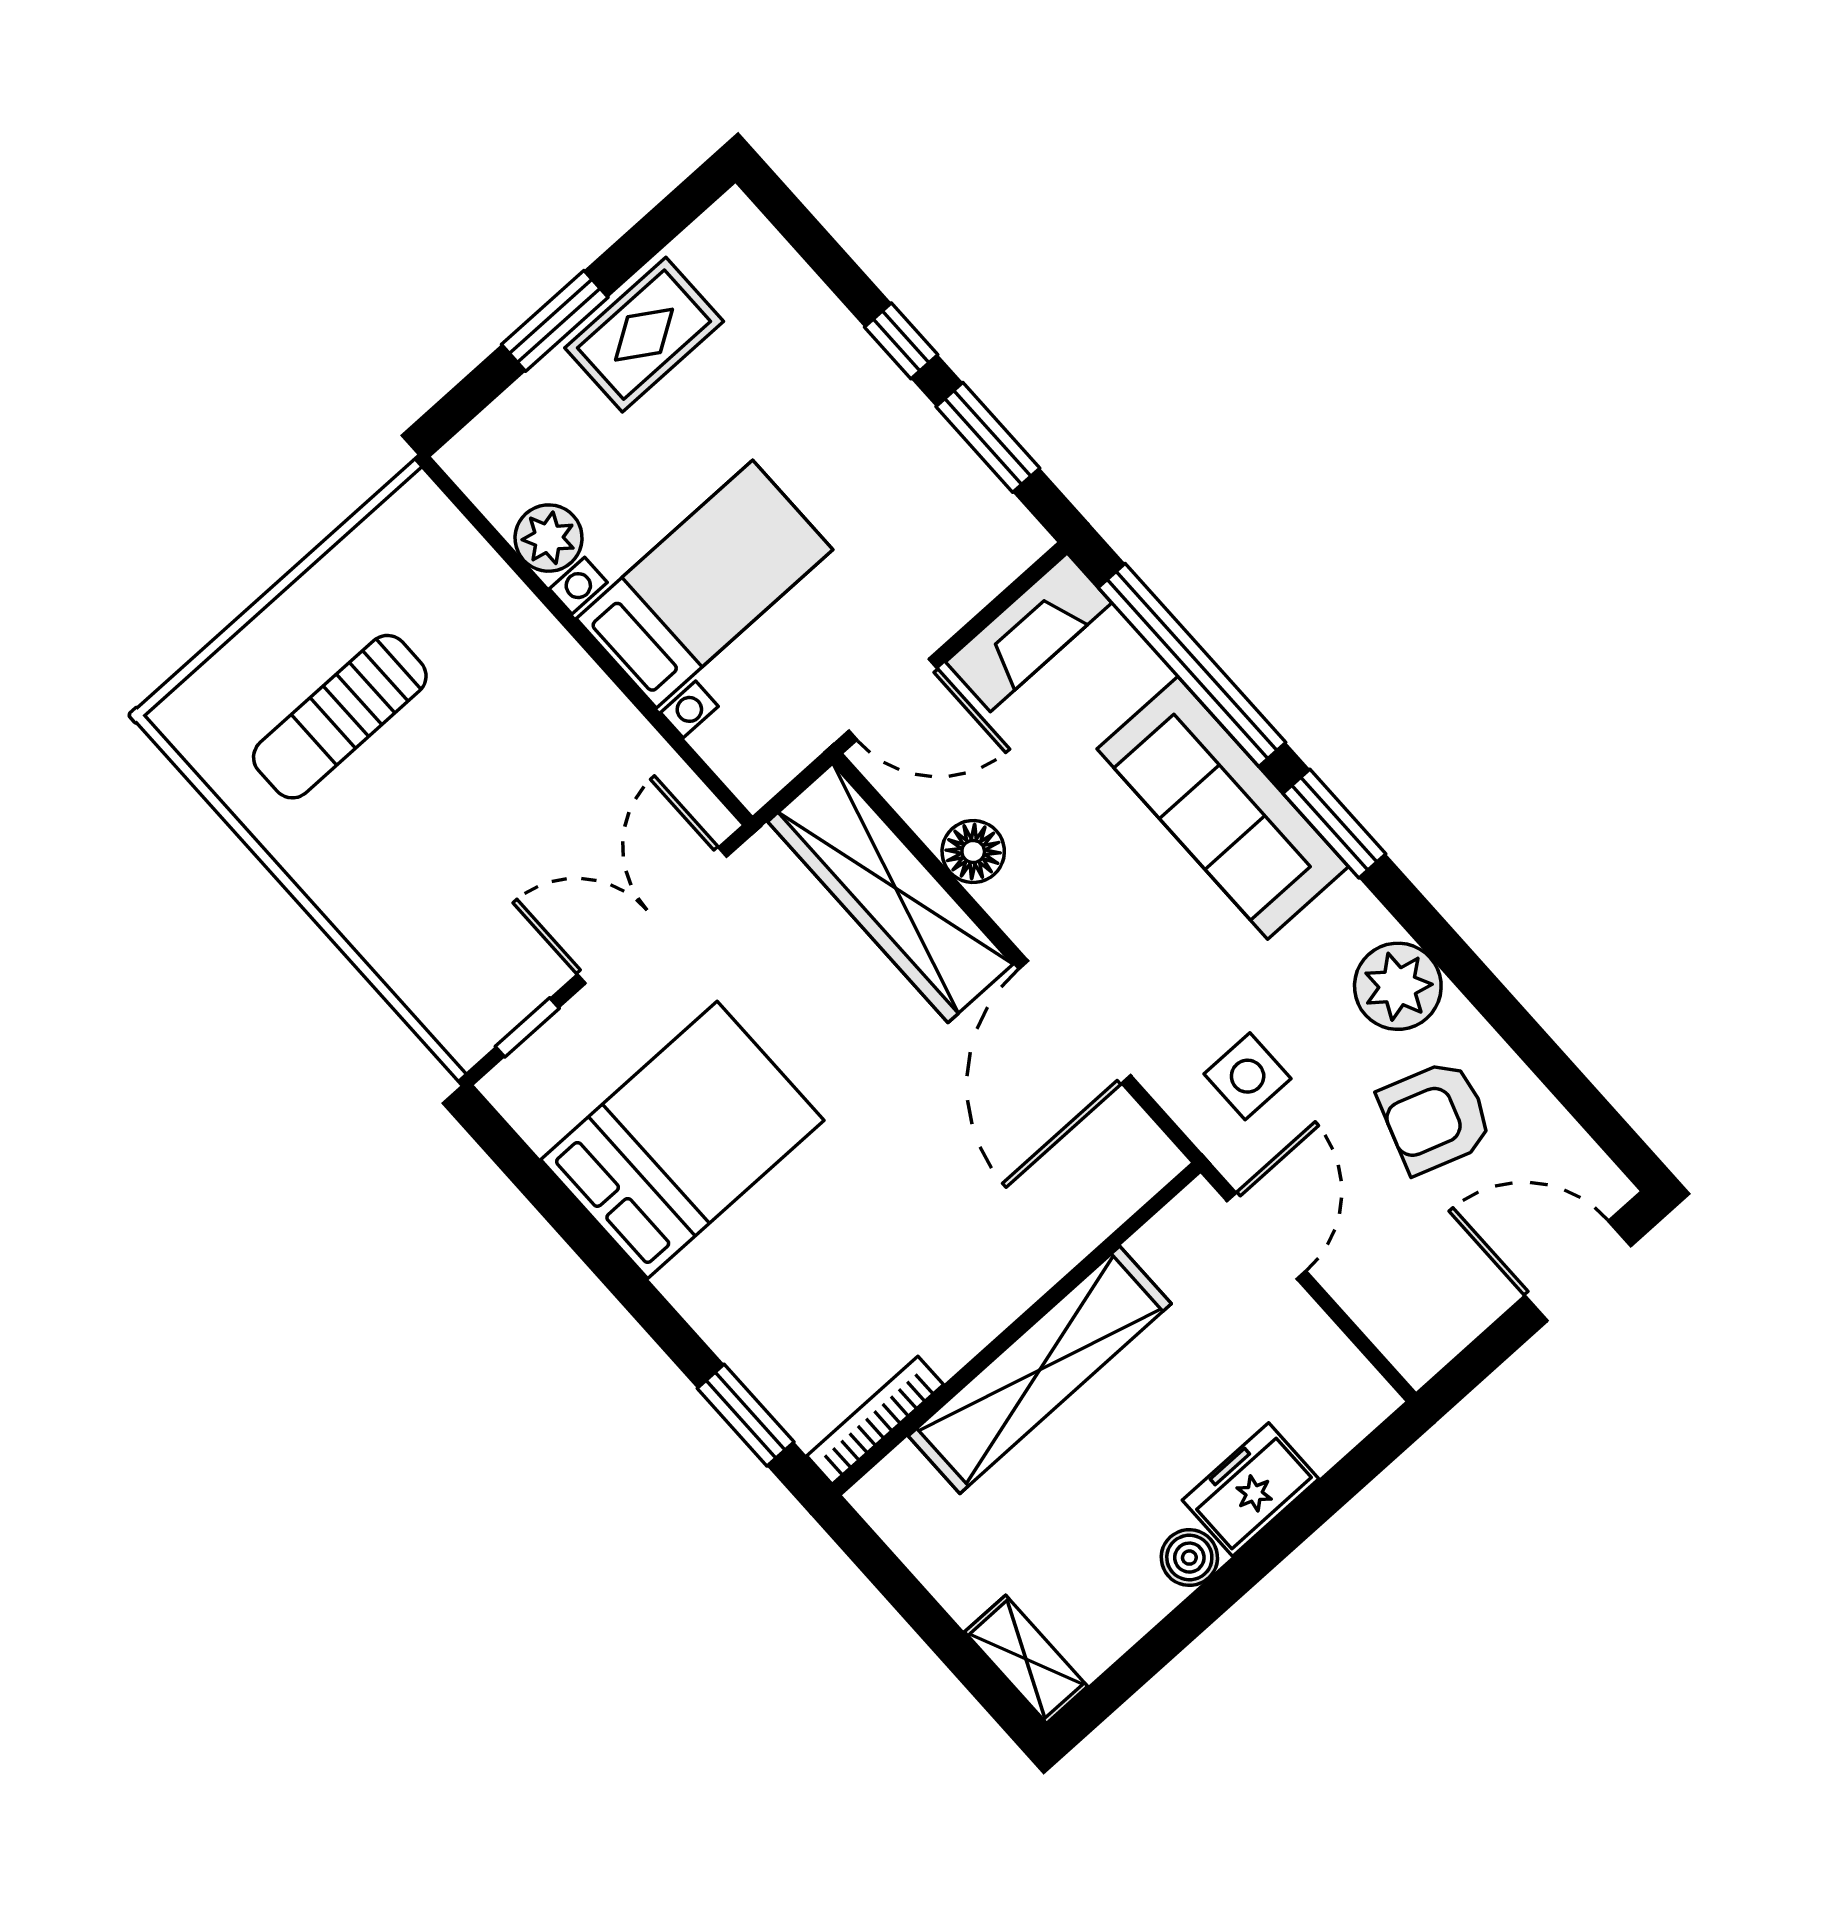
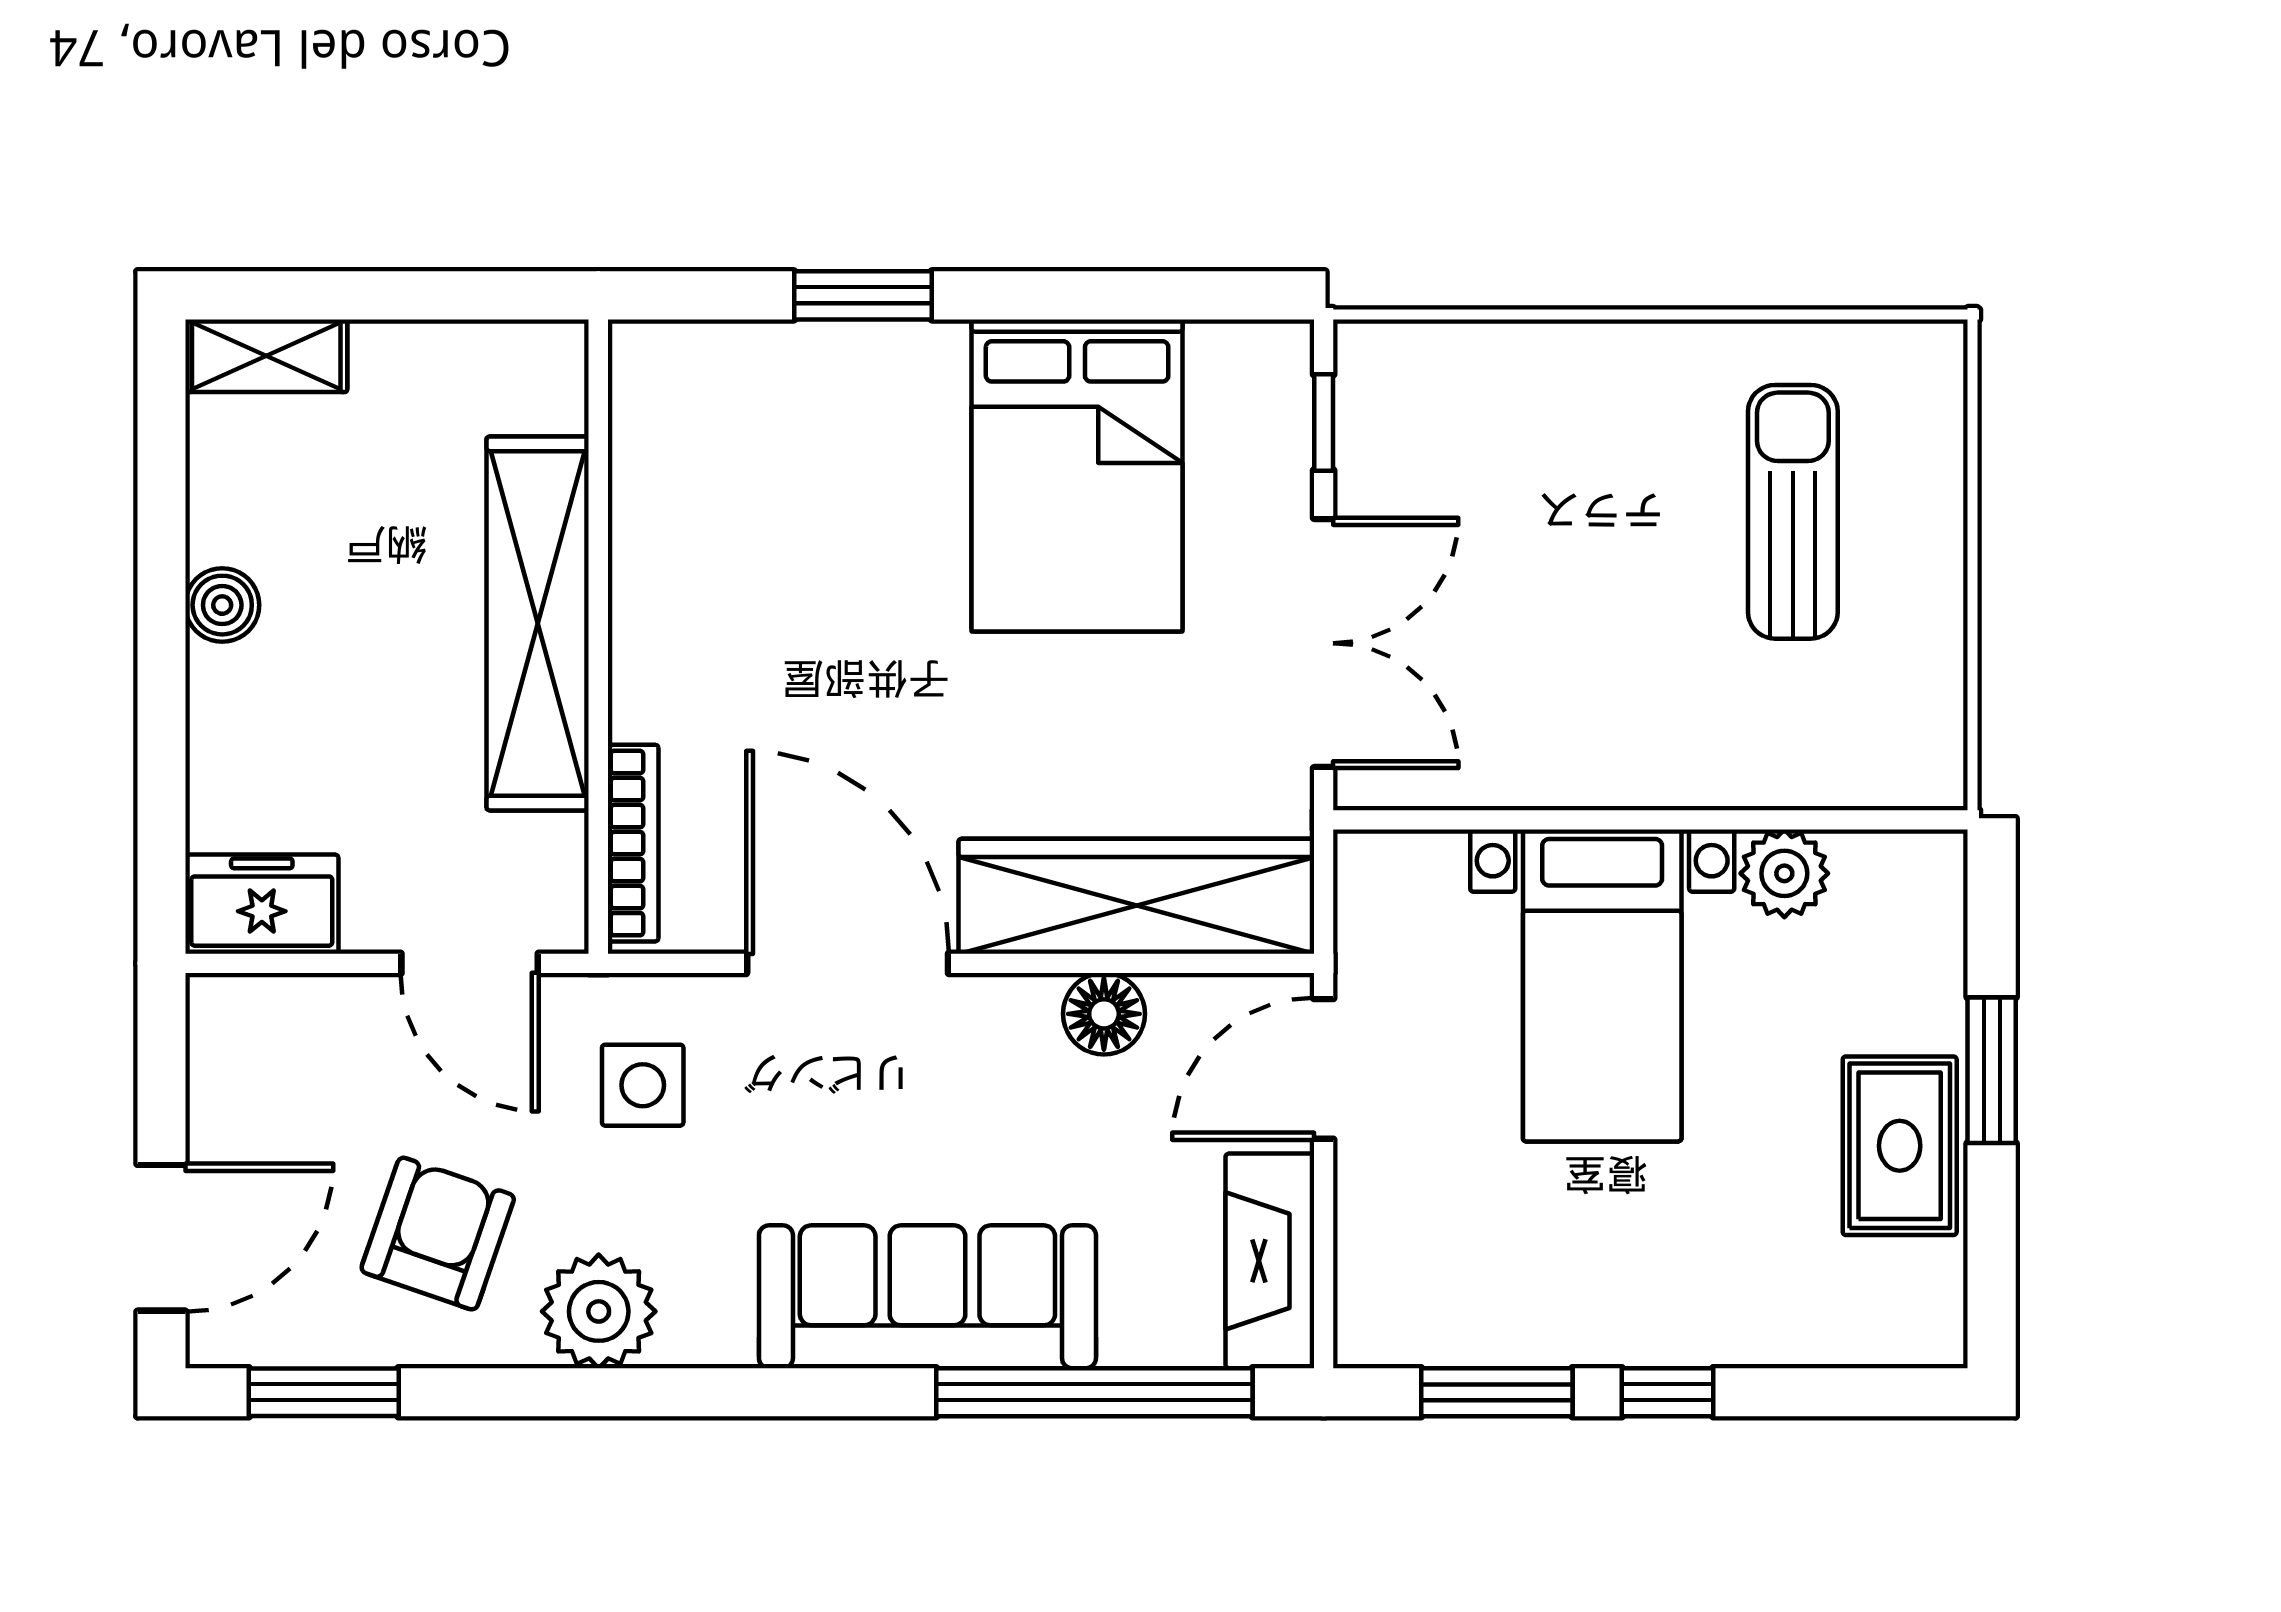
window: (1334, 824) -> (324, 1392), moved
window: (746, 1415) -> (863, 295), moved
bookcase: (875, 1420) -> (633, 843), moved
freezer: (1251, 1490) -> (262, 904), moved, turned -90

